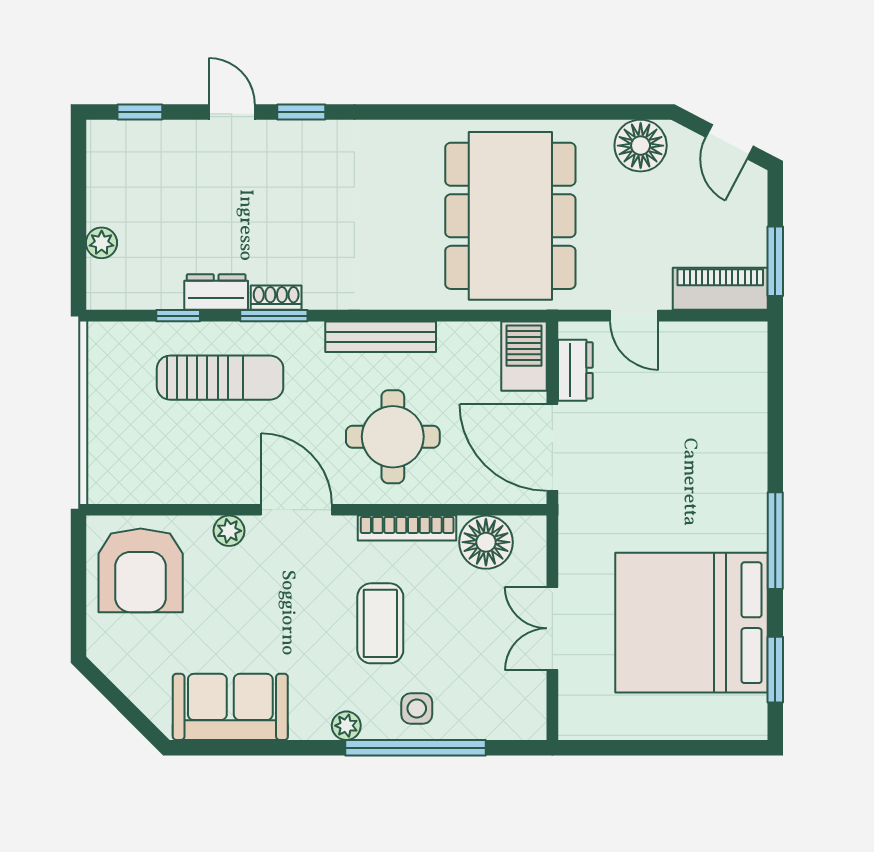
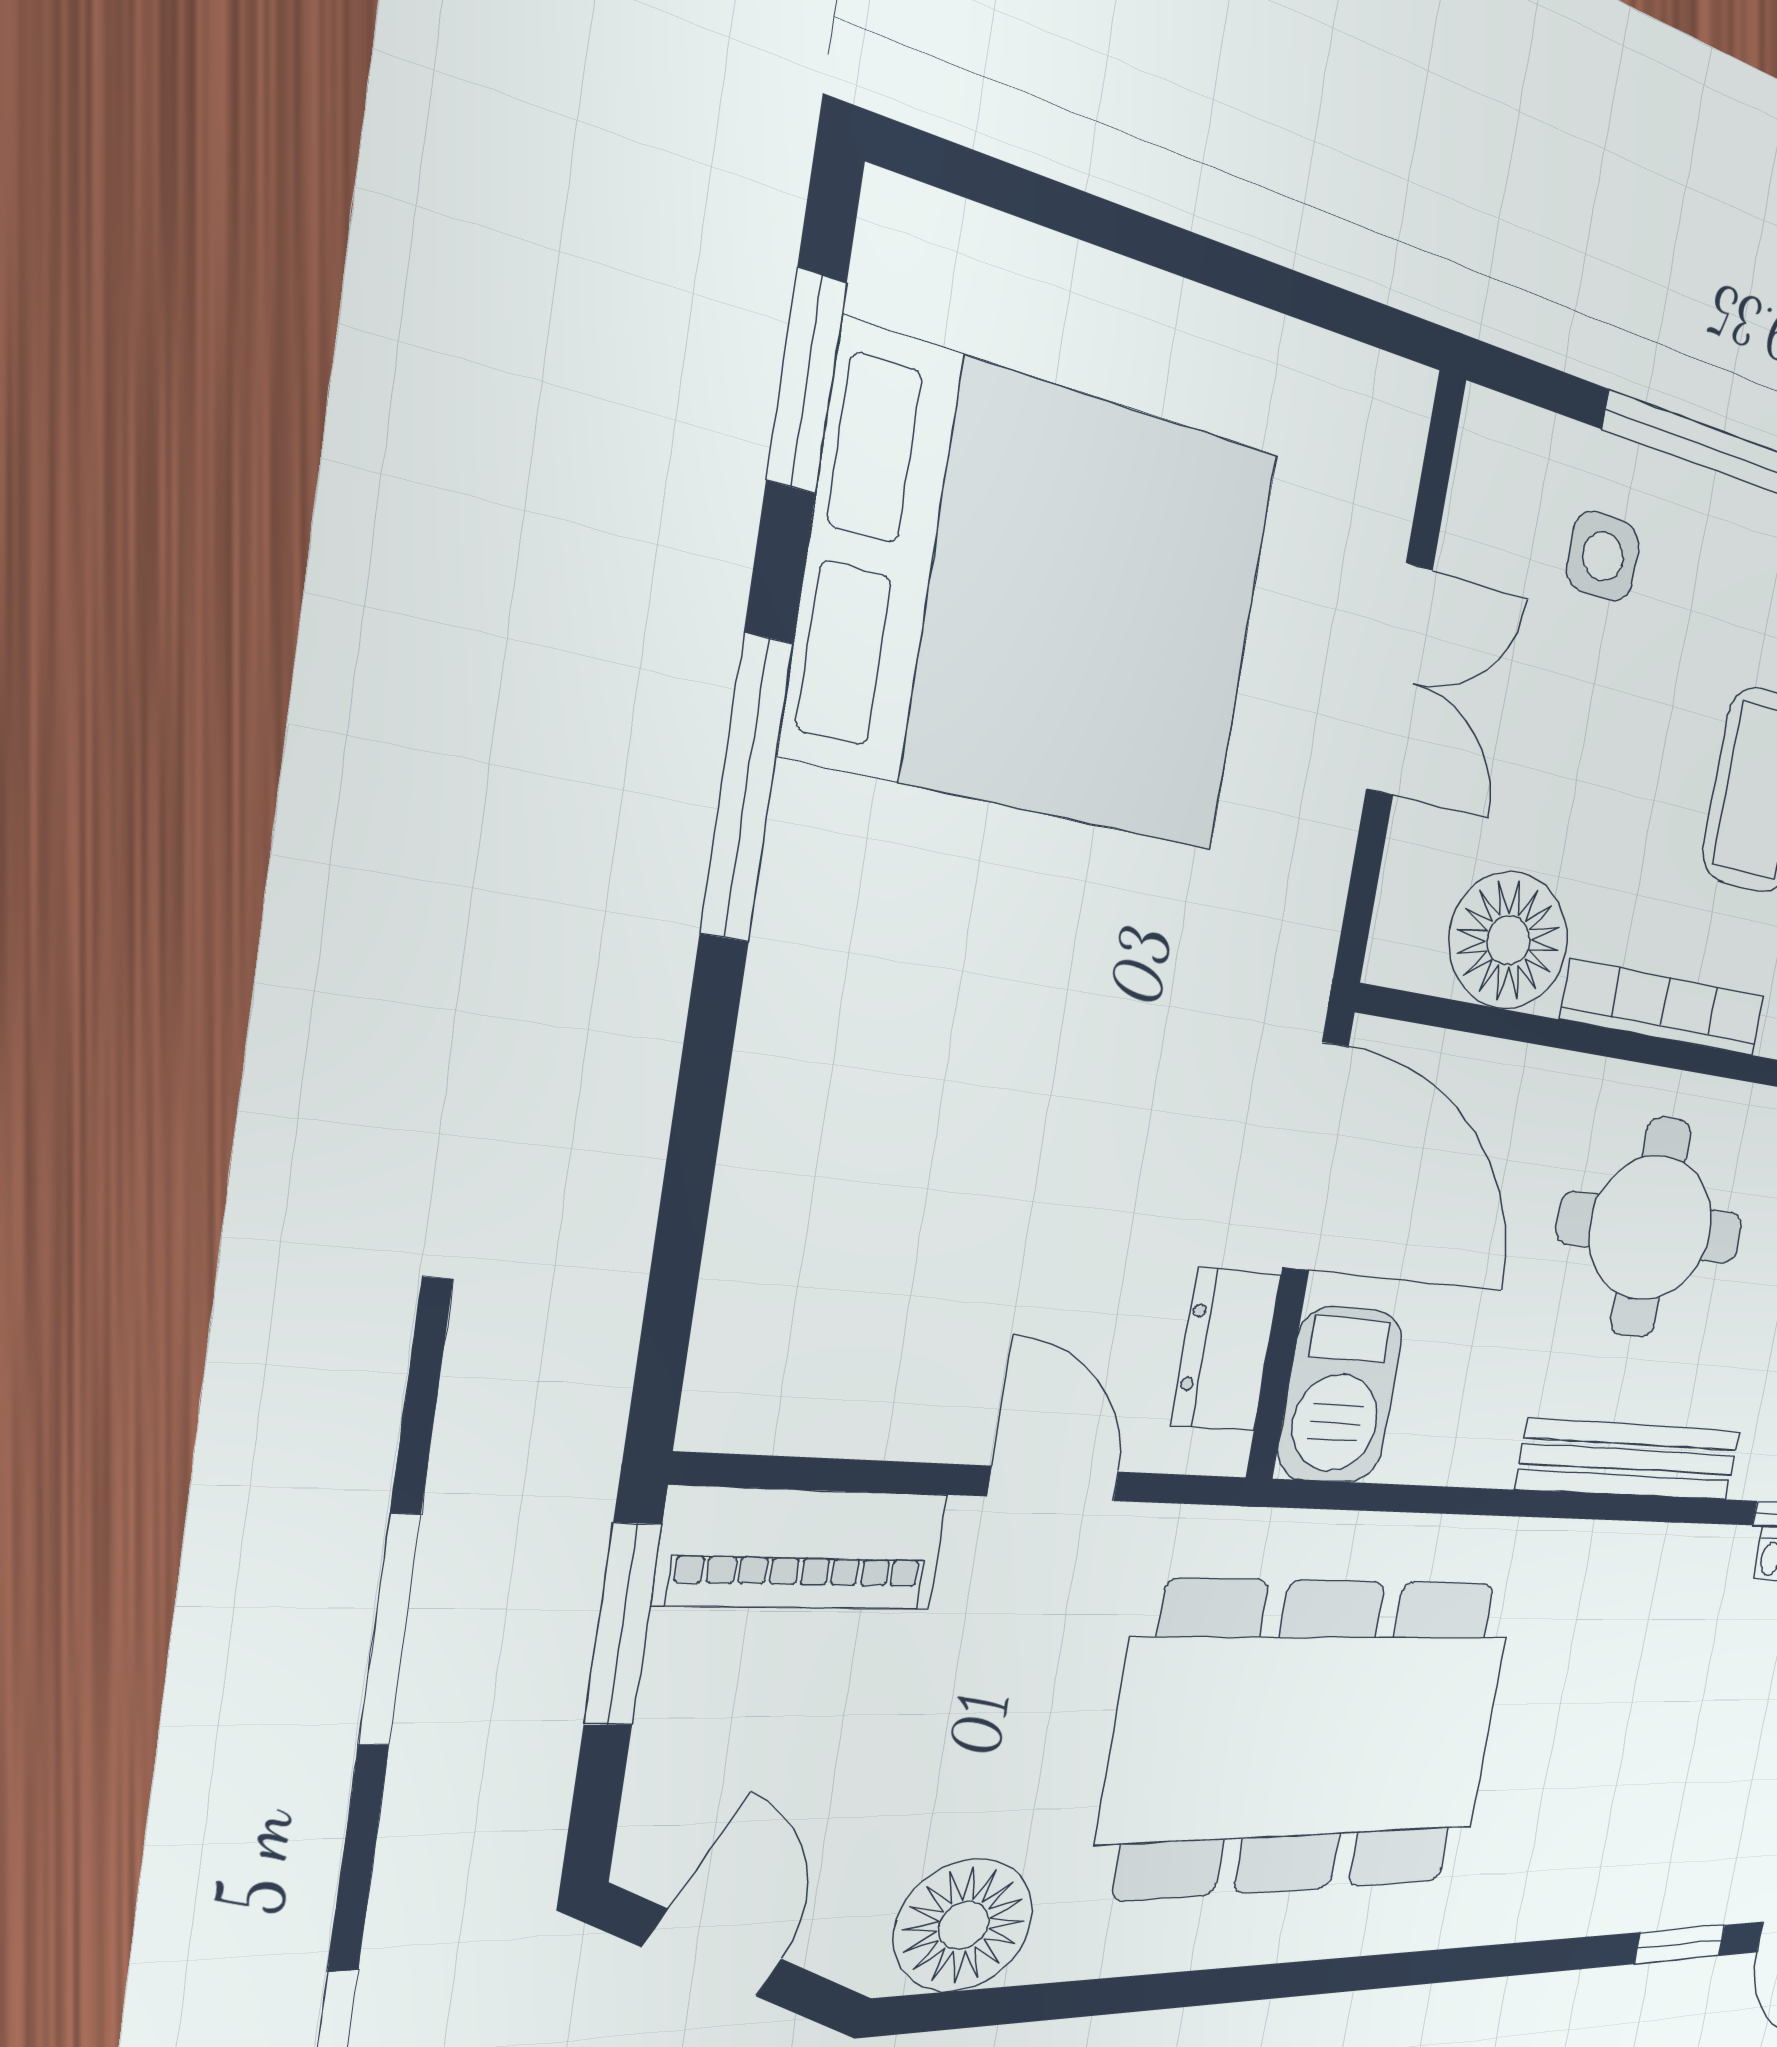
dining table: (510, 216) -> (1310, 1737), turned 90
side table: (417, 708) -> (1603, 556), moved

